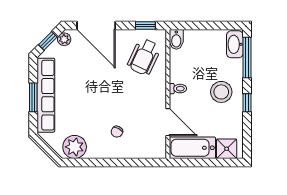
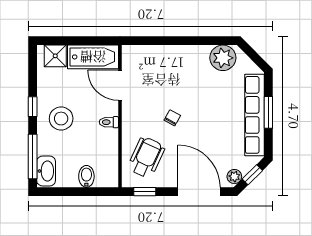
bidet: (176, 39) -> (86, 176), moved
chair: (117, 132) -> (172, 118), moved

